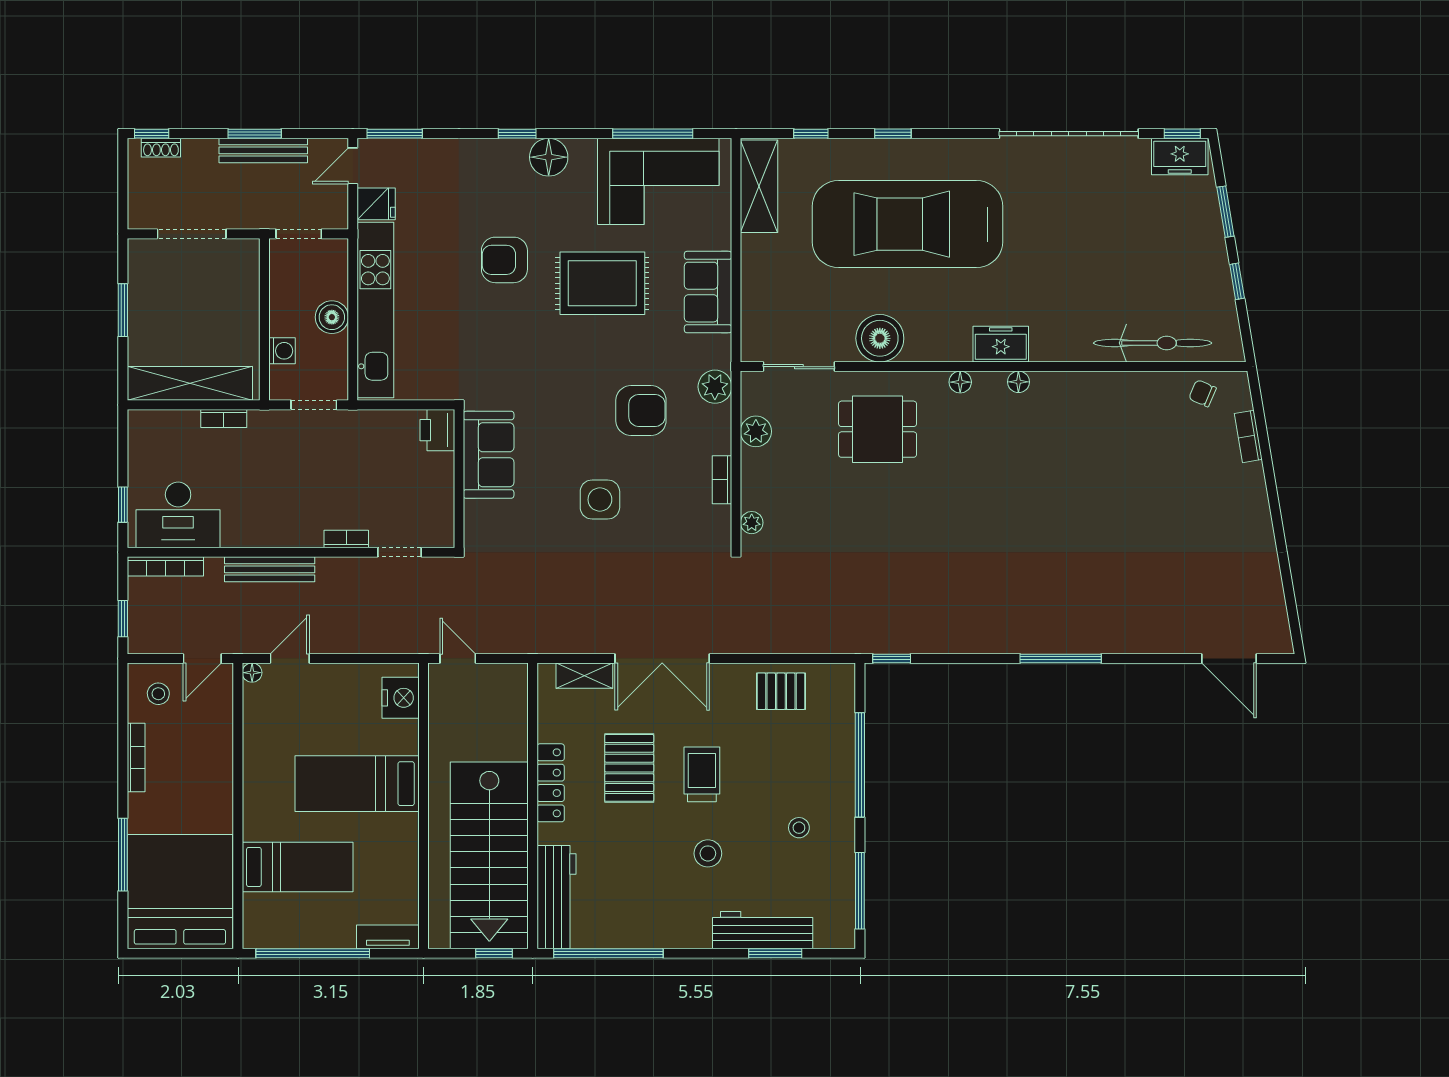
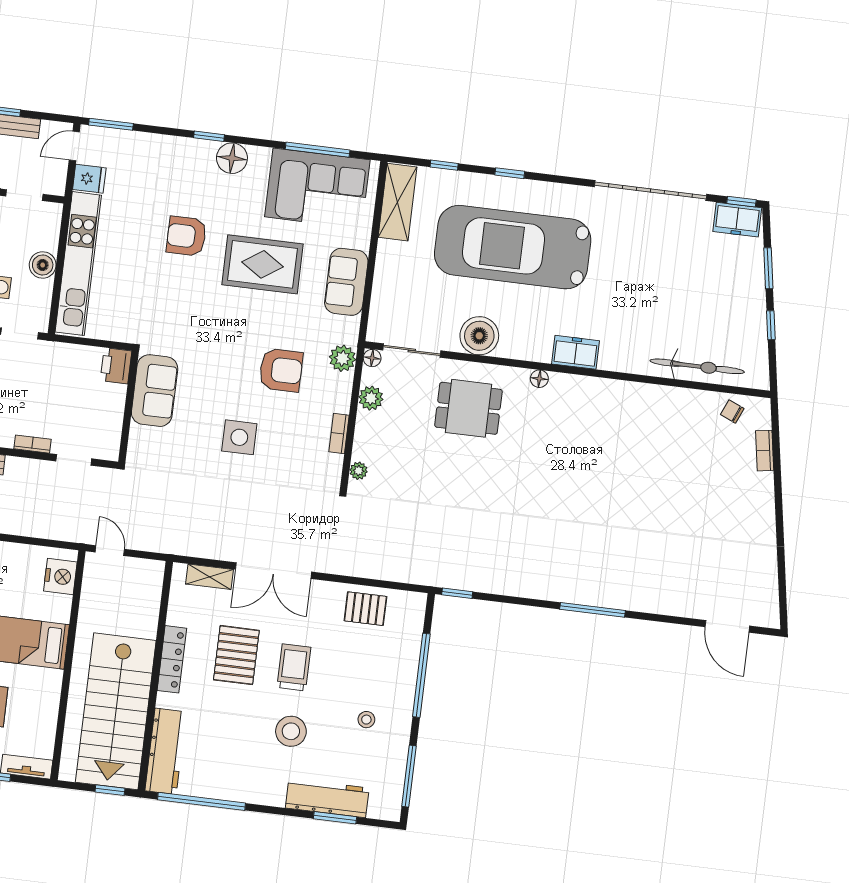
floor lamp: (1018, 382) -> (372, 358), moved
stool: (708, 853) -> (291, 731), width x1.38, depth x1.38

